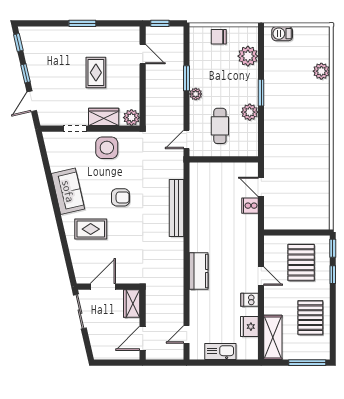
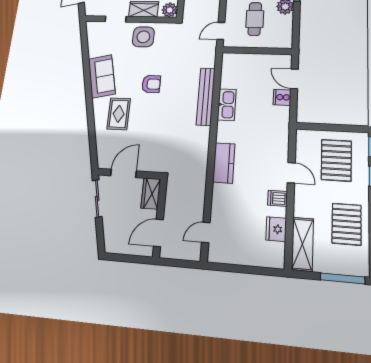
rug: (91, 229) -> (119, 114), turned 90
kitchen sink: (220, 352) -> (227, 105), moved, turned 90

